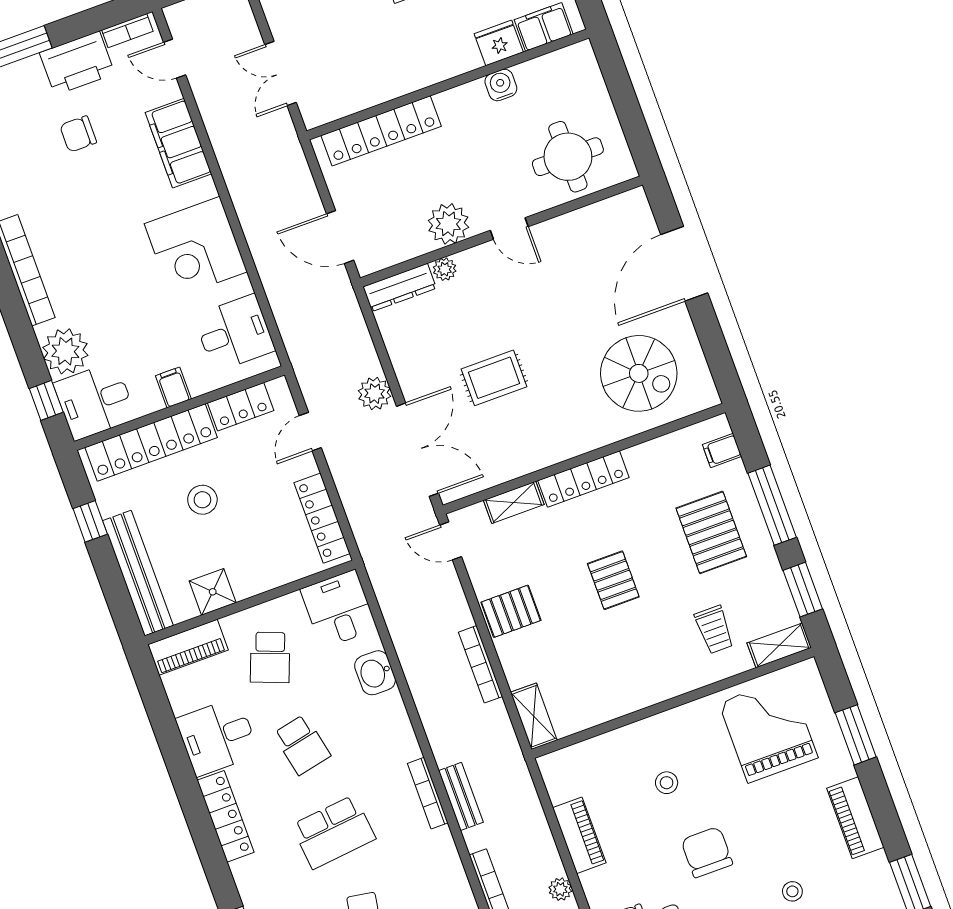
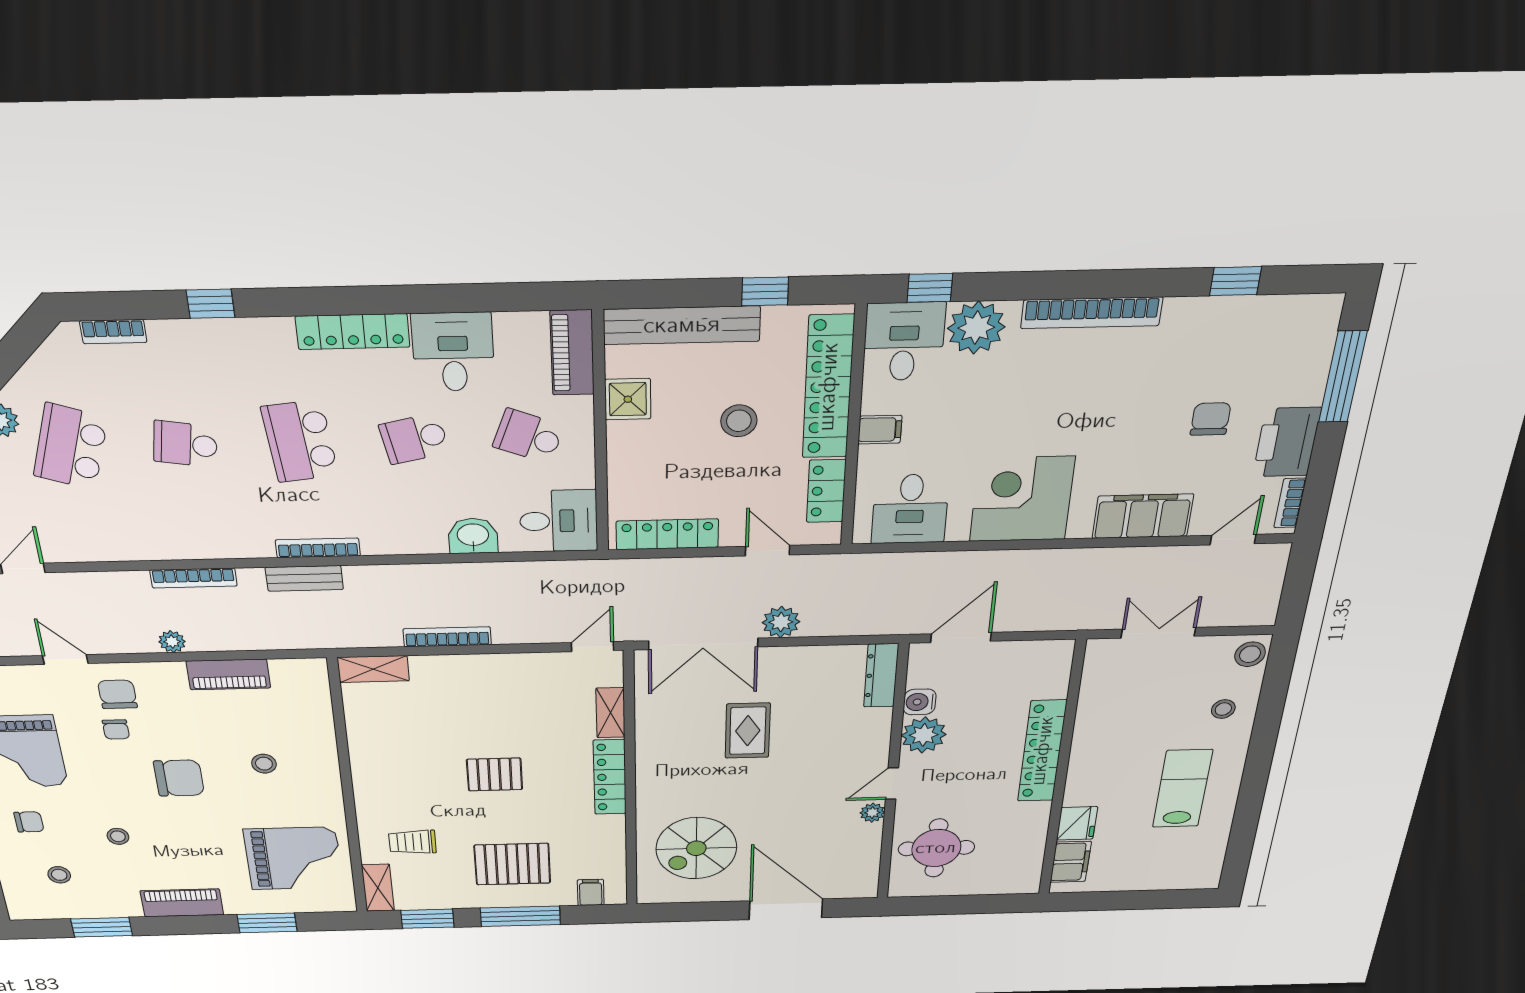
water cooler: (501, 85) -> (920, 702), moved, turned 180
locker: (381, 131) -> (1042, 751), moved
plant: (445, 269) -> (872, 813), moved
pallet: (511, 611) -> (495, 679), removed

